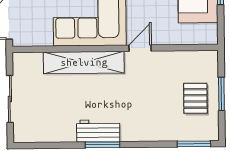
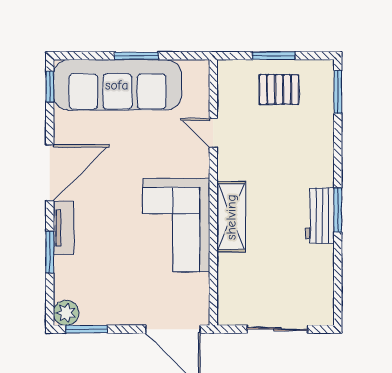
door: (140, 48) -> (213, 133), moved
shelving: (84, 62) -> (231, 217), width x0.68

